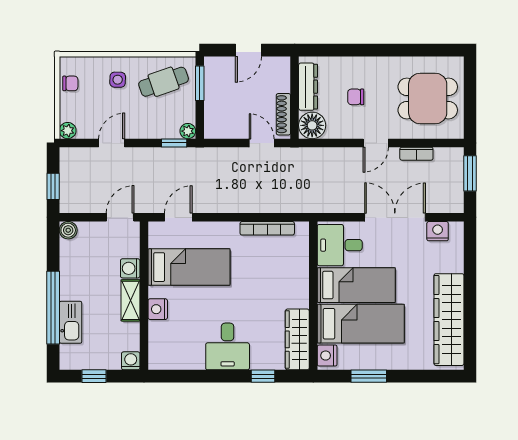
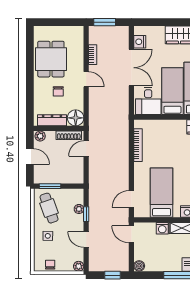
plant: (282, 67) -> (40, 136), added
dining table: (428, 99) -> (51, 59), moved
plant: (188, 131) -> (79, 209), moved
window: (174, 143) -> (86, 214), moved
door: (178, 217) -> (131, 199), hinge flipped
double door: (395, 217) -> (131, 68), swing flipped

